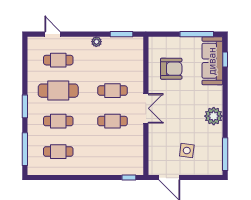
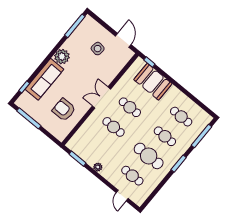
sofa: (212, 61) -> (44, 79), moved
booth: (111, 162) -> (153, 82), added

